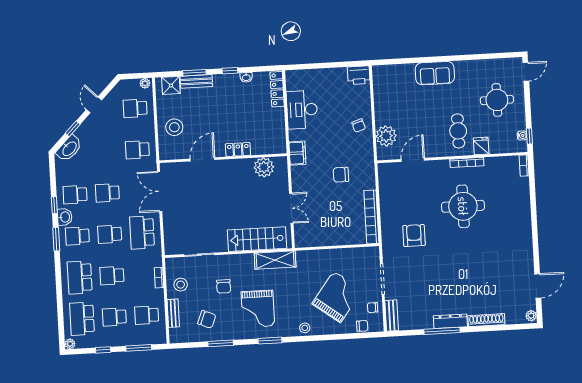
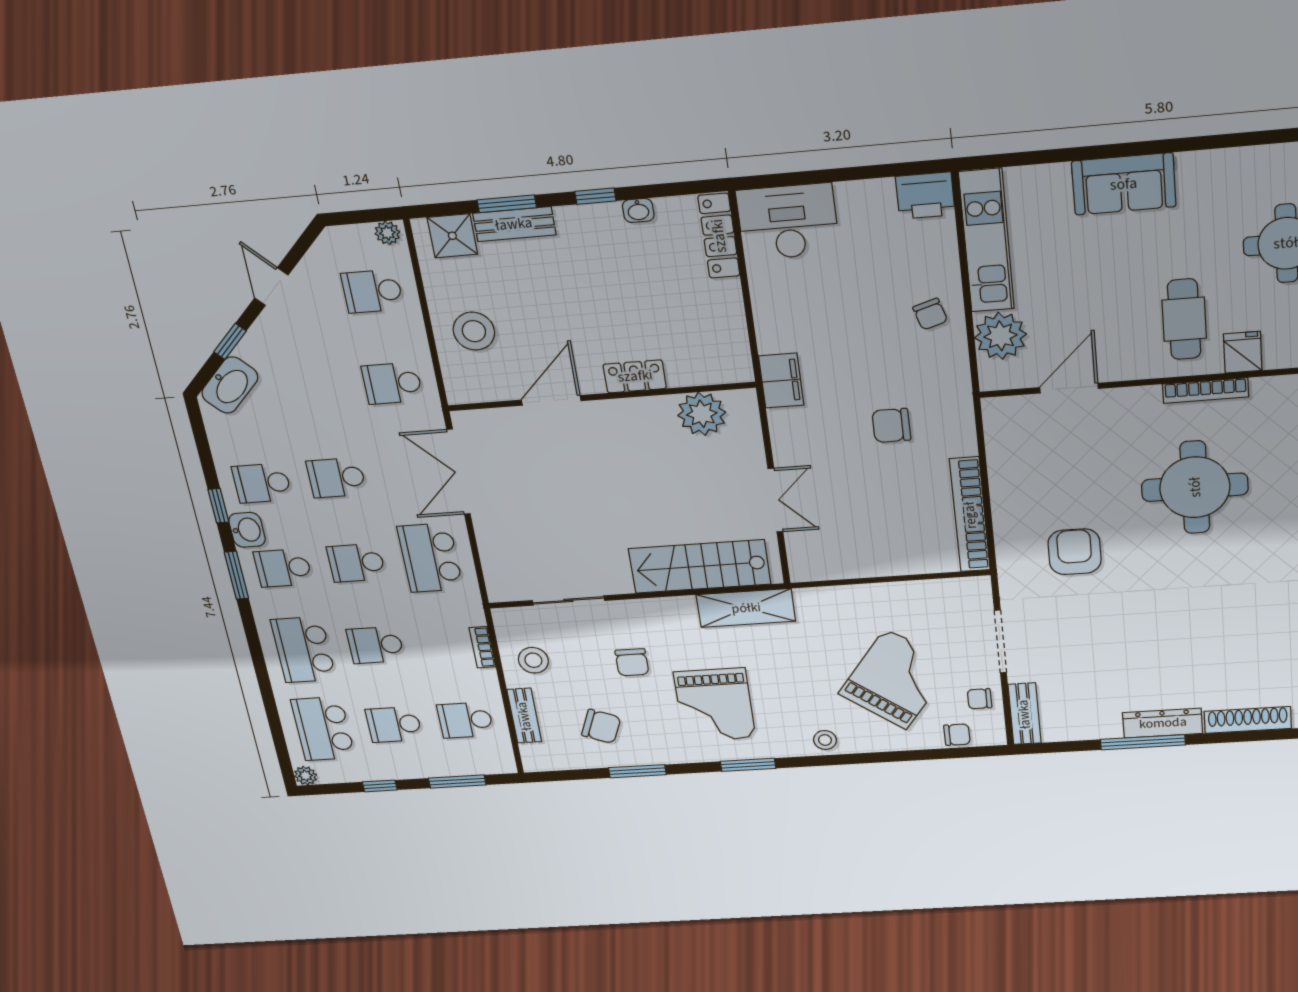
kitchen unit: (382, 95) -> (987, 241), added
desk: (302, 110) -> (788, 222), moved, turned 90

